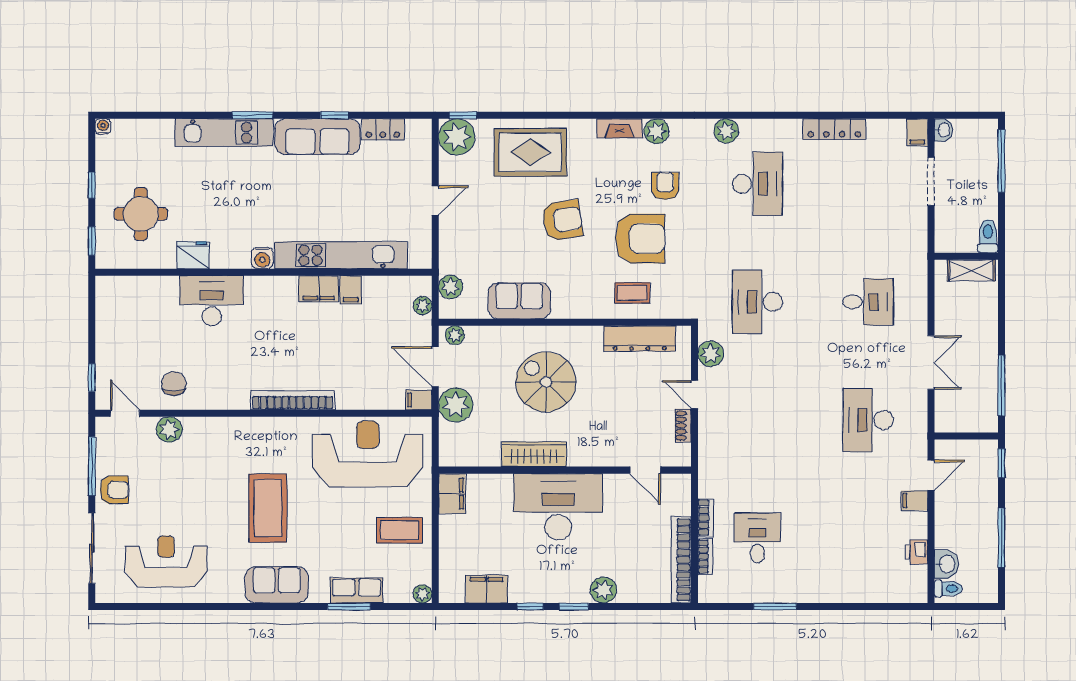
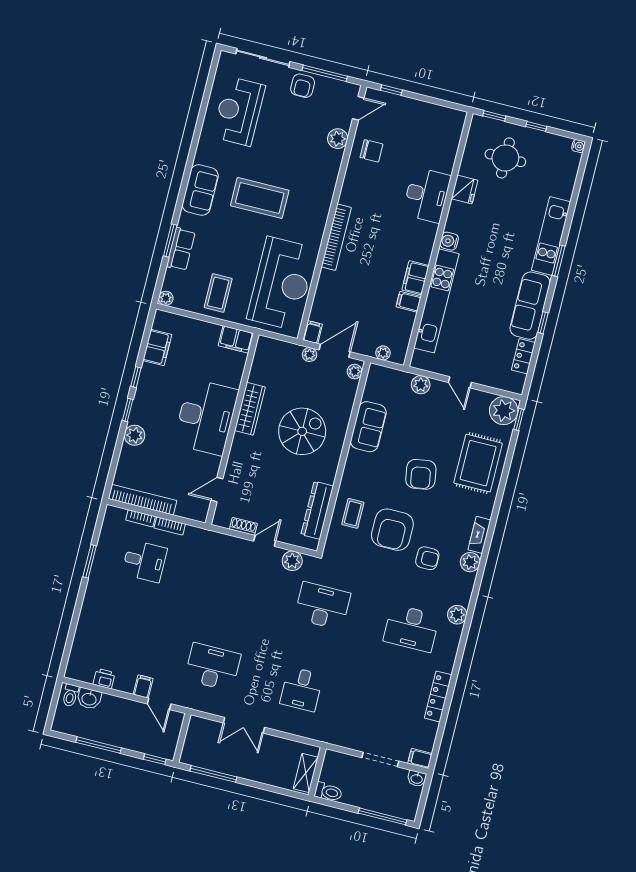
plant: (450, 287) -> (421, 385), moved
plant: (456, 405) -> (309, 355), width x0.53, depth x0.53
reception desk: (166, 561) -> (239, 111), turned 180

